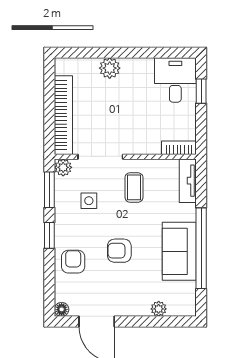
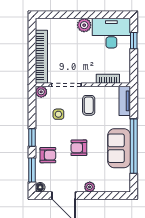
plant: (110, 68) -> (84, 25), moved
desk: (175, 80) -> (111, 33), width x1.37
bookcase: (179, 148) -> (108, 79), moved
window: (49, 190) -> (32, 170), moved
armchair: (73, 262) -> (48, 155), turned 90
plant: (159, 309) -> (90, 187), moved

